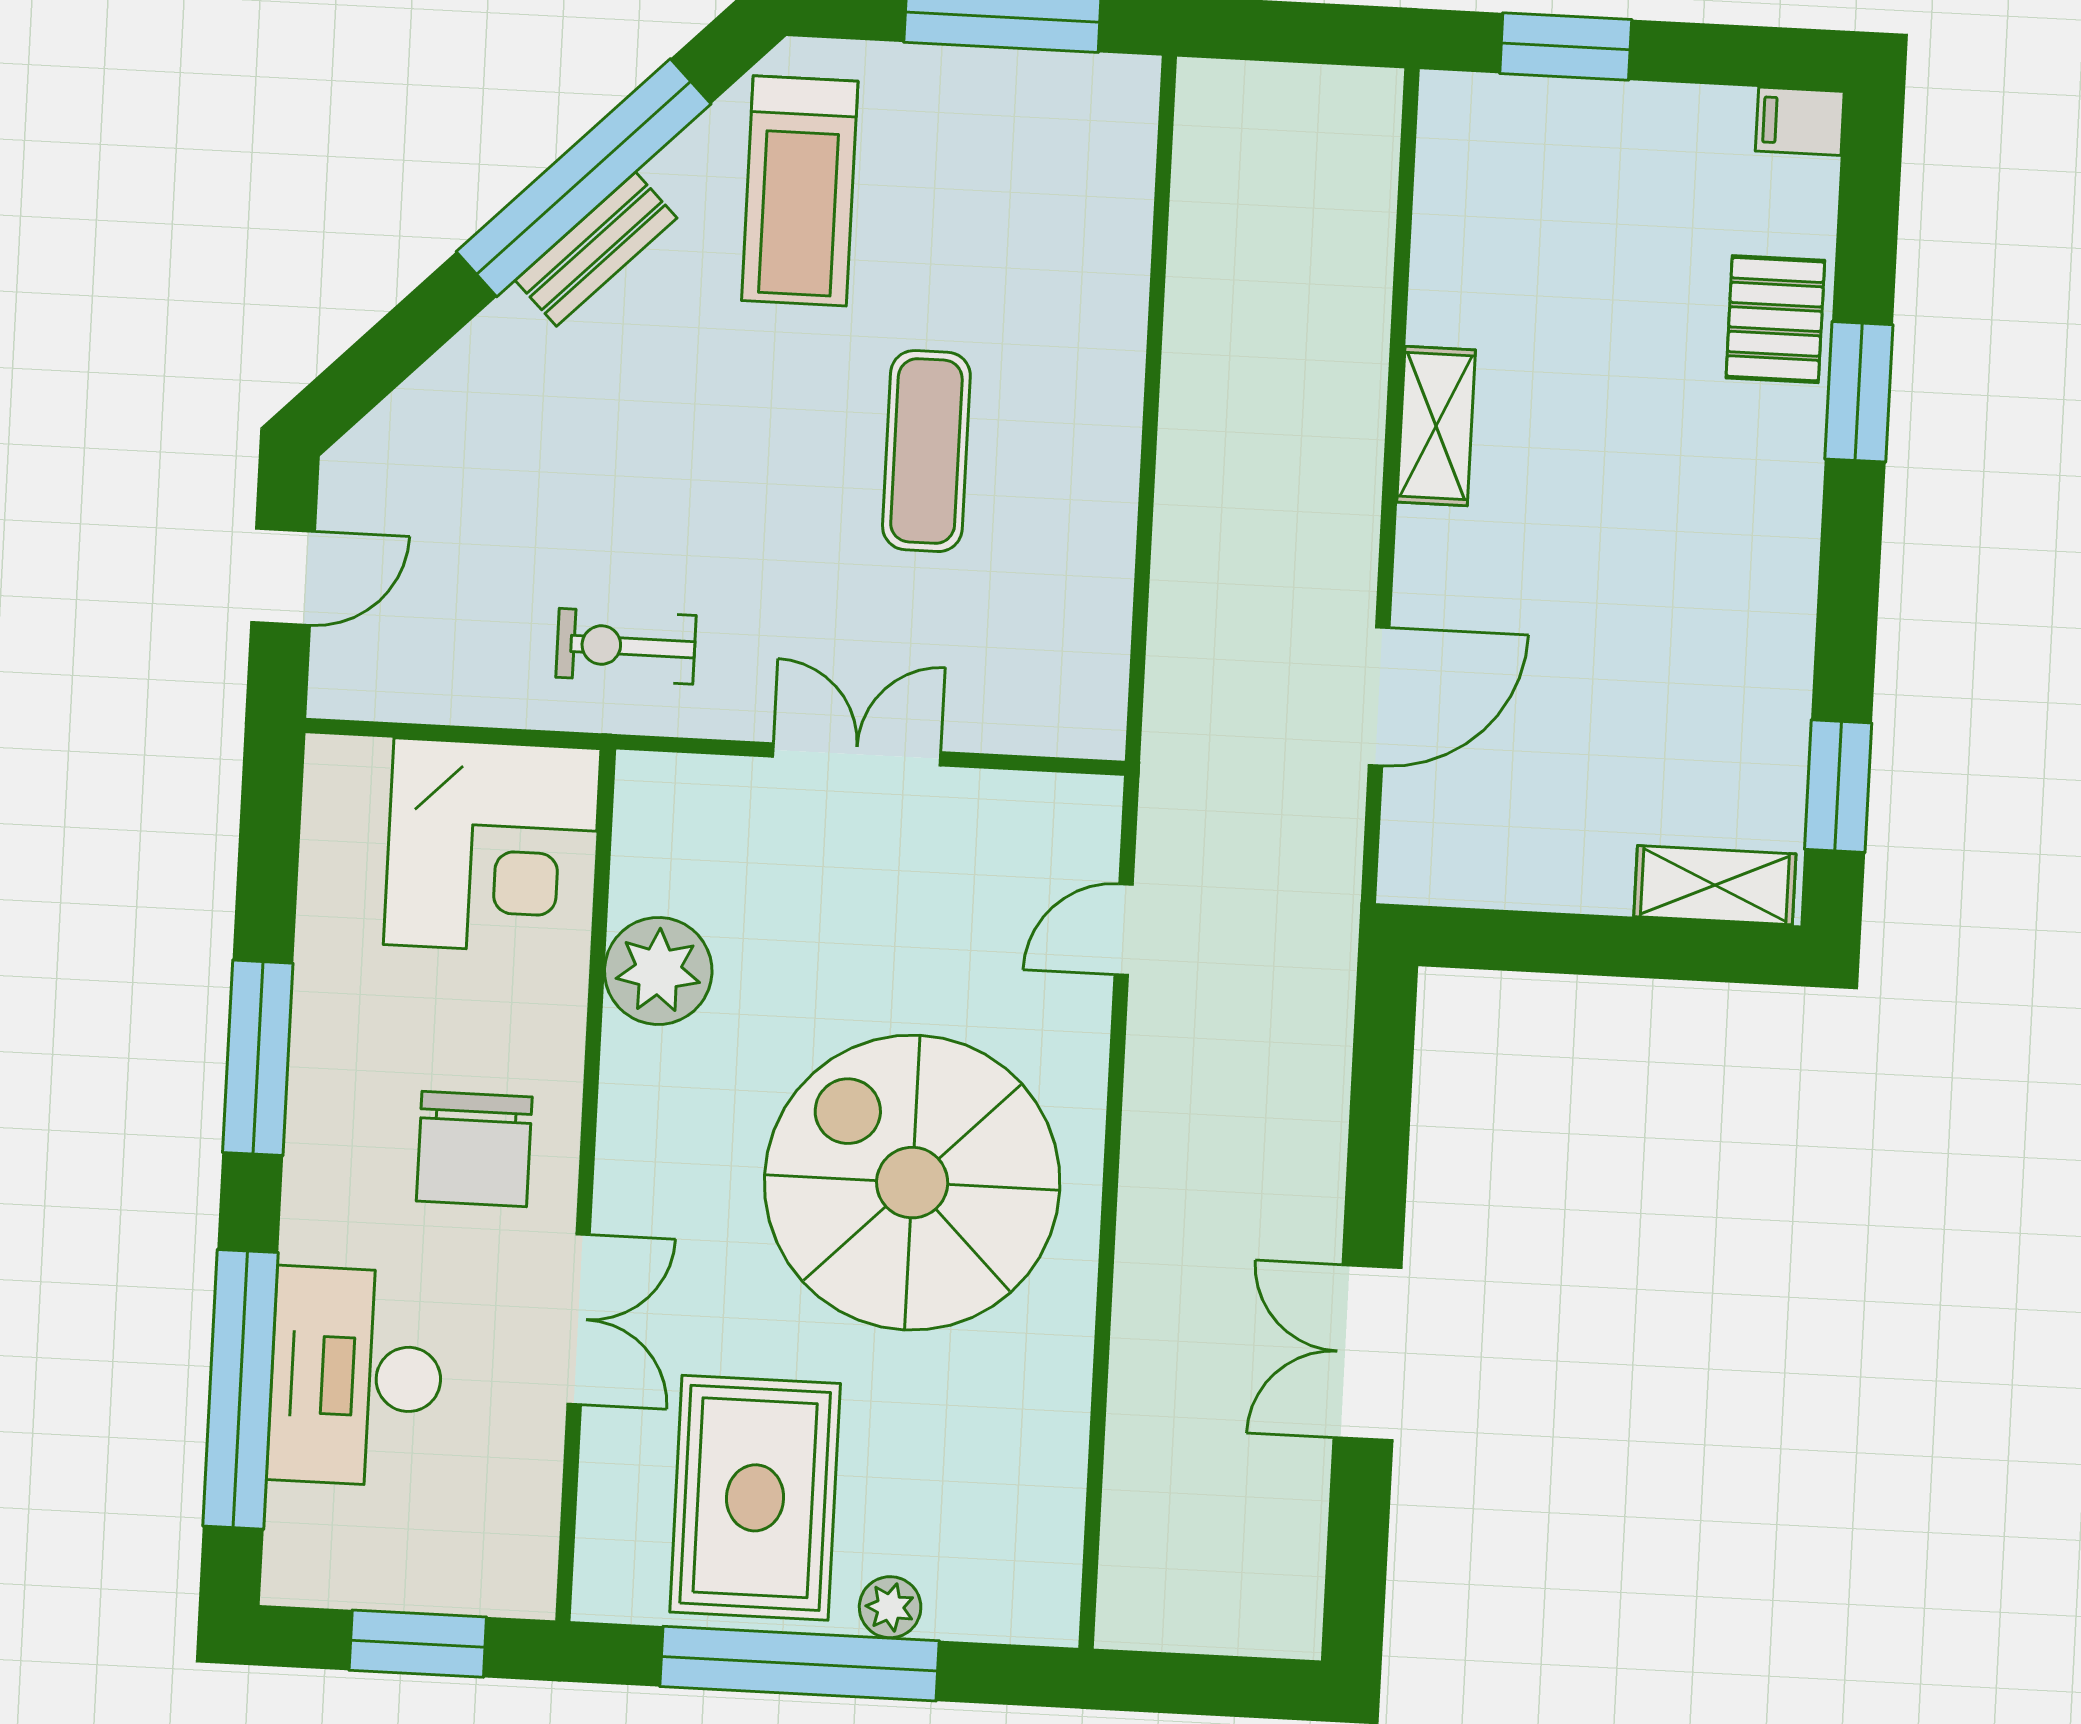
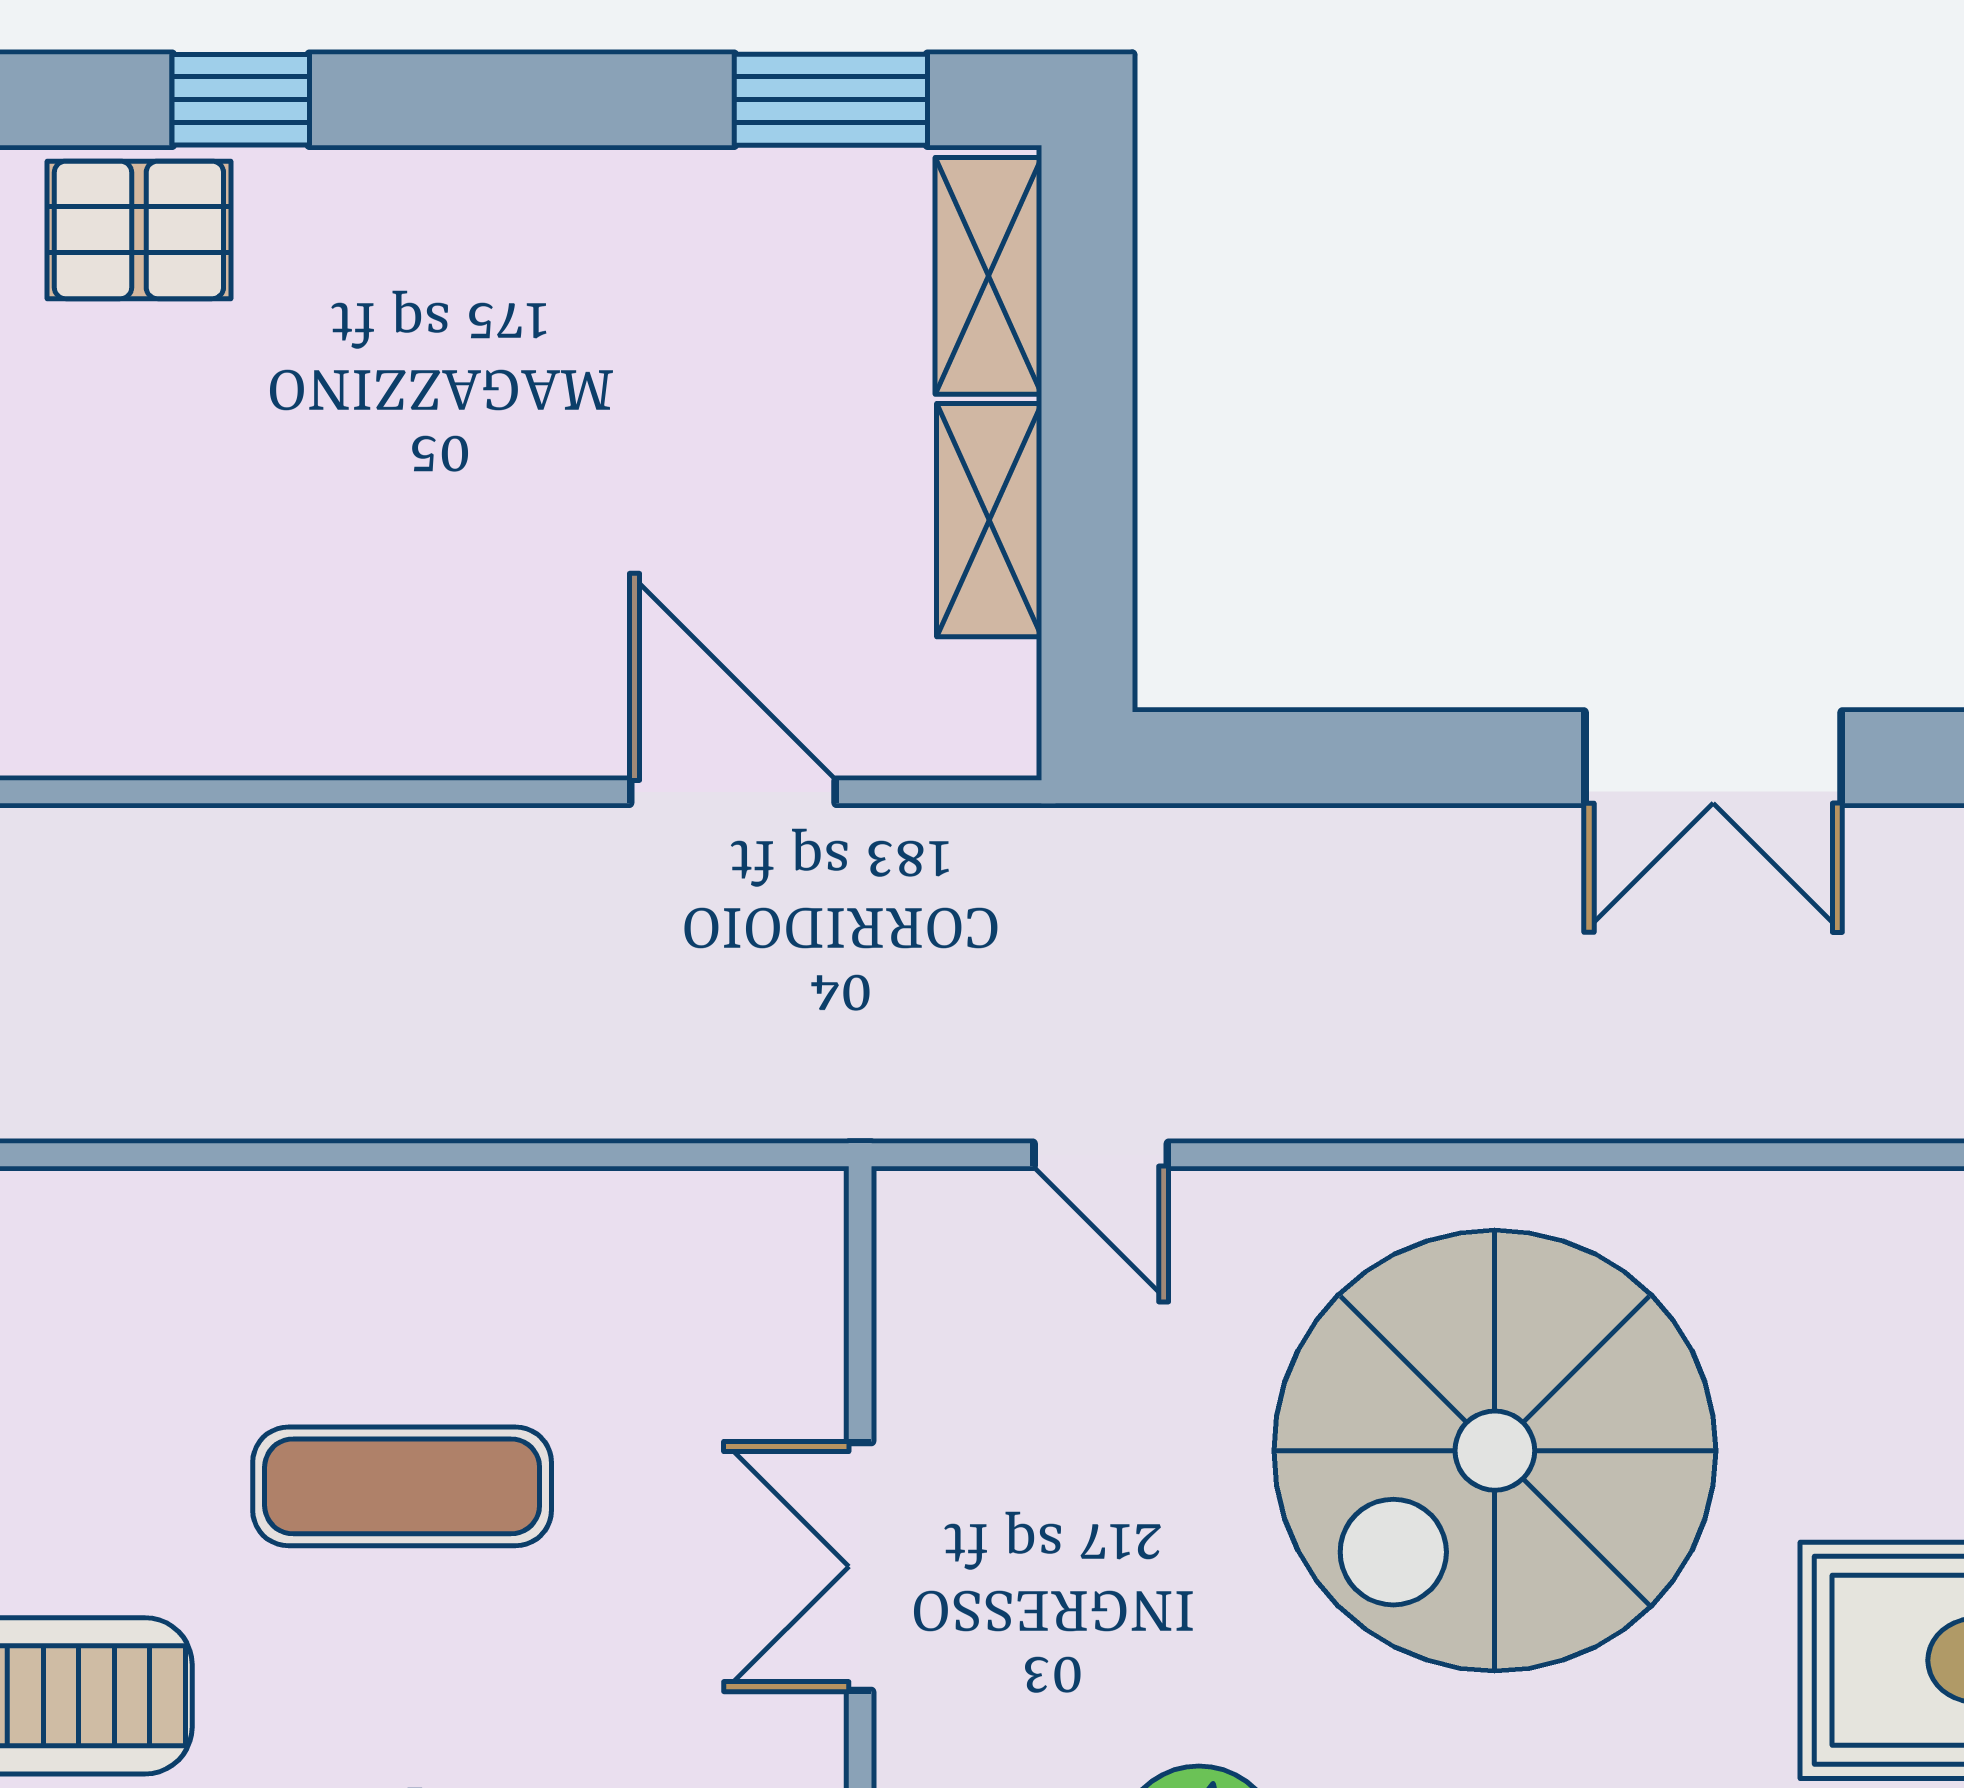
window: (1859, 392) -> (241, 100), width x0.67
shelving: (1436, 426) -> (989, 520), moved, turned 90

